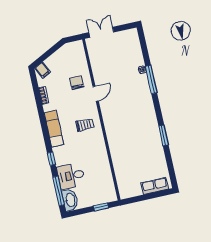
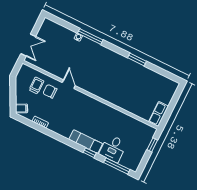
double door: (101, 32) -> (28, 45), swing flipped
trolley: (85, 125) -> (36, 85), moved
exam couch: (54, 129) -> (86, 142), moved
row of seats: (155, 186) -> (158, 114), moved
washbasin: (70, 200) -> (130, 163), removed

